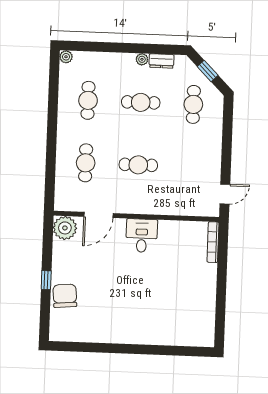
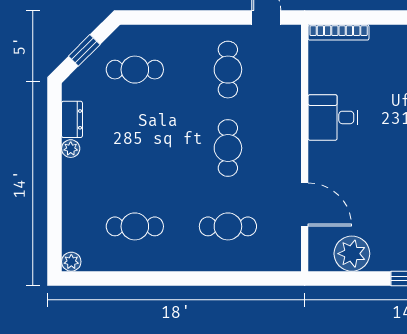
cafe table: (141, 102) -> (228, 70), moved
plant: (65, 228) -> (352, 254), moved
desk: (142, 236) -> (333, 117), moved

